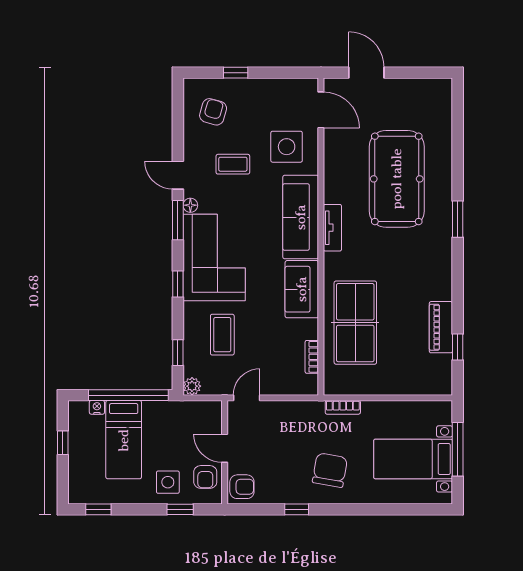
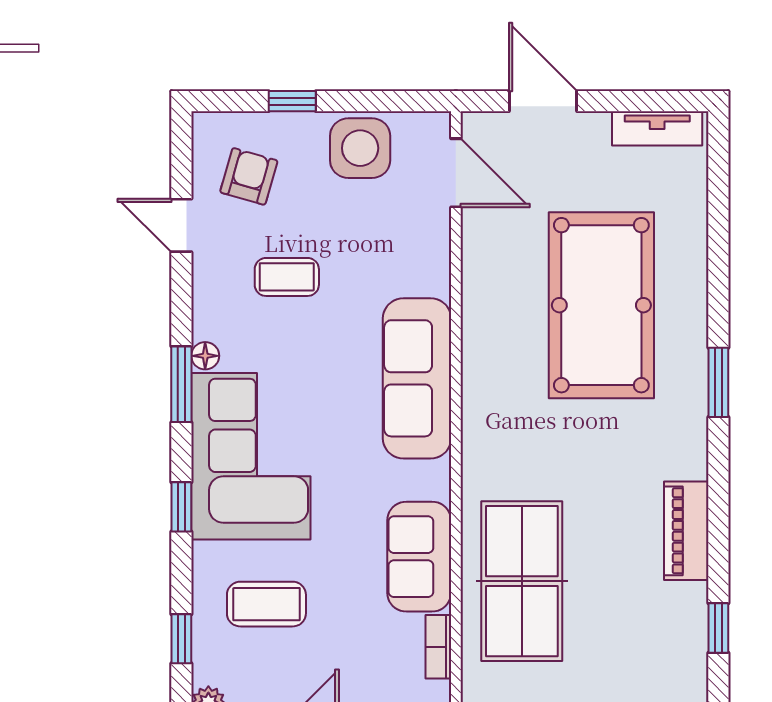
side table: (287, 147) -> (360, 148), moved
door: (178, 175) -> (181, 225), moved
tv unit: (332, 228) -> (657, 128), moved, turned 90
sofa: (302, 289) -> (419, 557), moved
piano: (441, 327) -> (686, 531), moved
coffee table: (222, 335) -> (266, 604), turned 90

